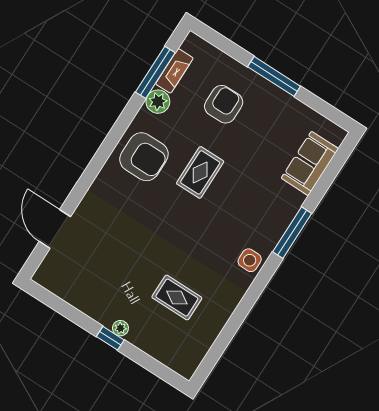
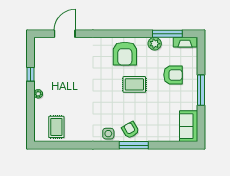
fireplace: (174, 71) -> (185, 42), moved
sofa: (310, 163) -> (189, 126), moved, turned -90
armchair: (266, 223) -> (130, 130), added
rug: (177, 298) -> (56, 127), moved
window: (110, 338) -> (30, 74), moved

